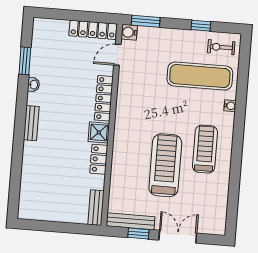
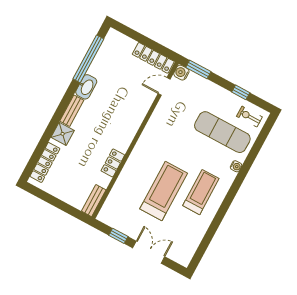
window: (25, 61) -> (88, 59), width x2.11
washbasin: (34, 85) -> (86, 87), width x1.91, depth x1.45
locker: (104, 98) -> (45, 162), moved, turned 180
shower: (99, 132) -> (63, 134), moved
bench: (130, 221) -> (116, 223), removed

